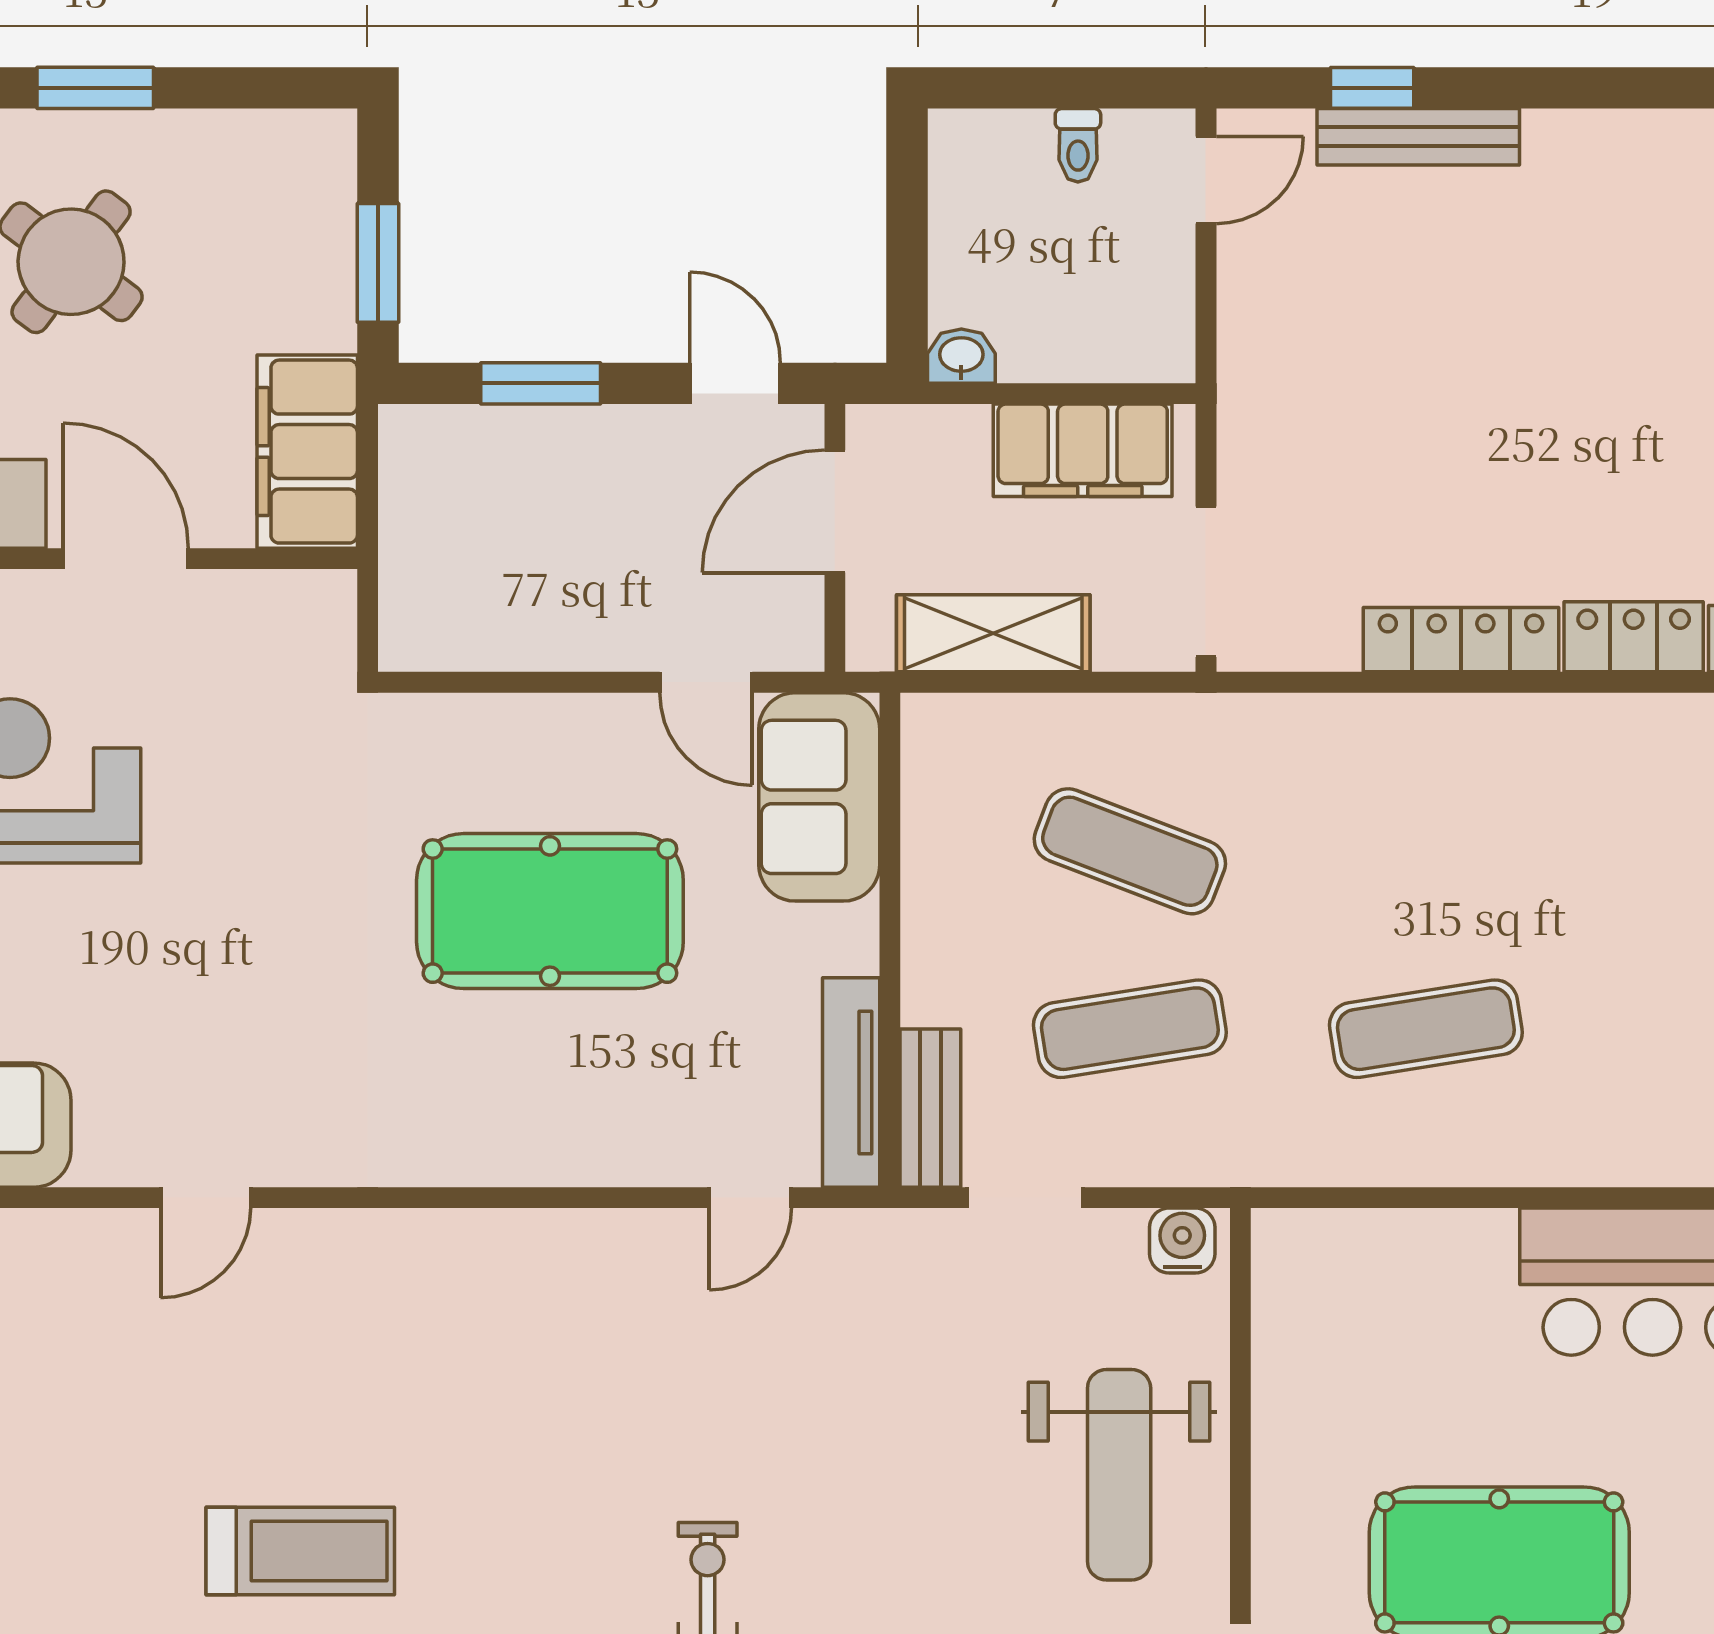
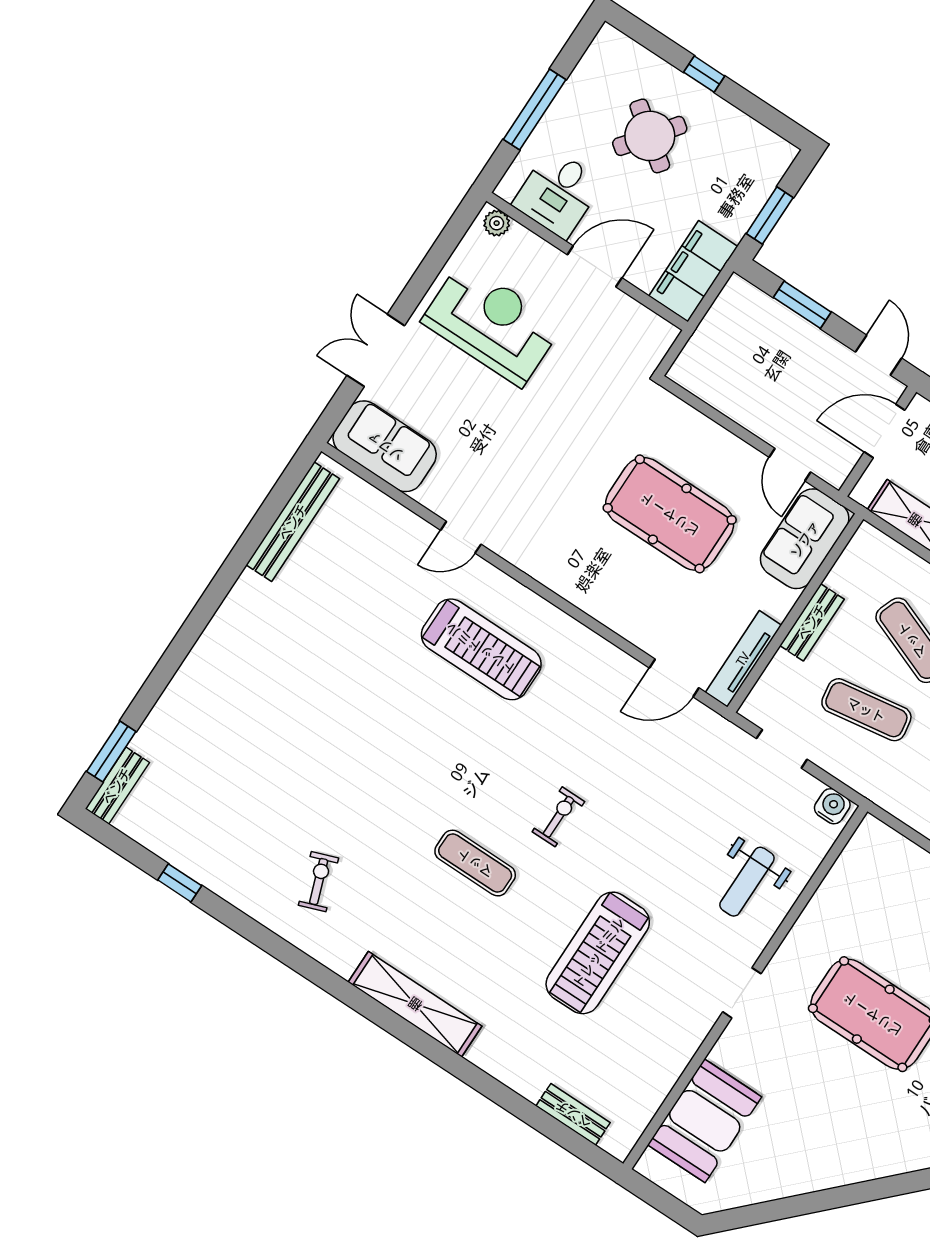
window: (95, 88) -> (704, 74), width x0.67
door: (126, 559) -> (595, 266), hinge flipped
bench: (930, 1108) -> (812, 622), moved
door: (750, 1198) -> (674, 678), width x1.38
weight bench: (1119, 1475) -> (747, 882), width x0.73, depth x0.75
treadmill: (300, 1551) -> (481, 649), moved, width x1.37, depth x1.38

